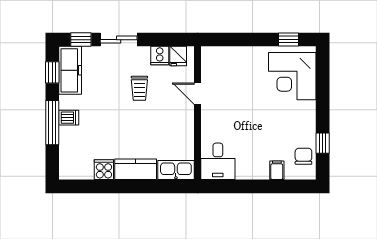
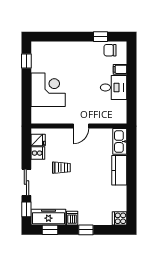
corner desk: (292, 76) -> (48, 90), moved, turned -90
door: (197, 94) -> (81, 126), moved
dishwasher: (69, 118) -> (72, 218), moved
window: (52, 123) -> (86, 230), width x0.46
desk: (218, 161) -> (114, 87), moved
cooker: (104, 170) -> (120, 218), moved

